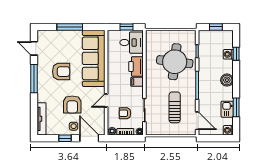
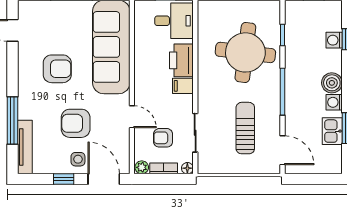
window: (34, 79) -> (12, 121), moved
door: (106, 101) -> (132, 117), swing flipped
armchair: (72, 104) -> (76, 123), turned 90
washing machine: (228, 130) -> (334, 102), moved

